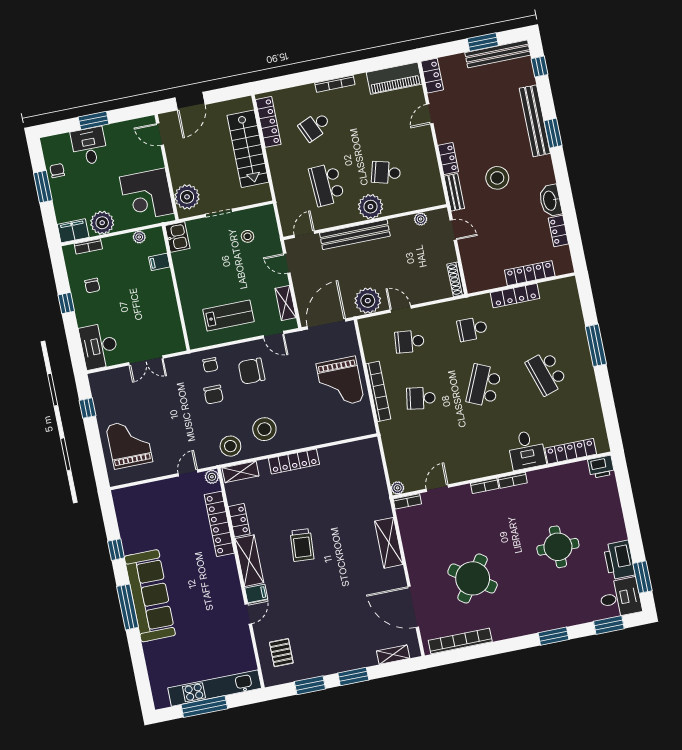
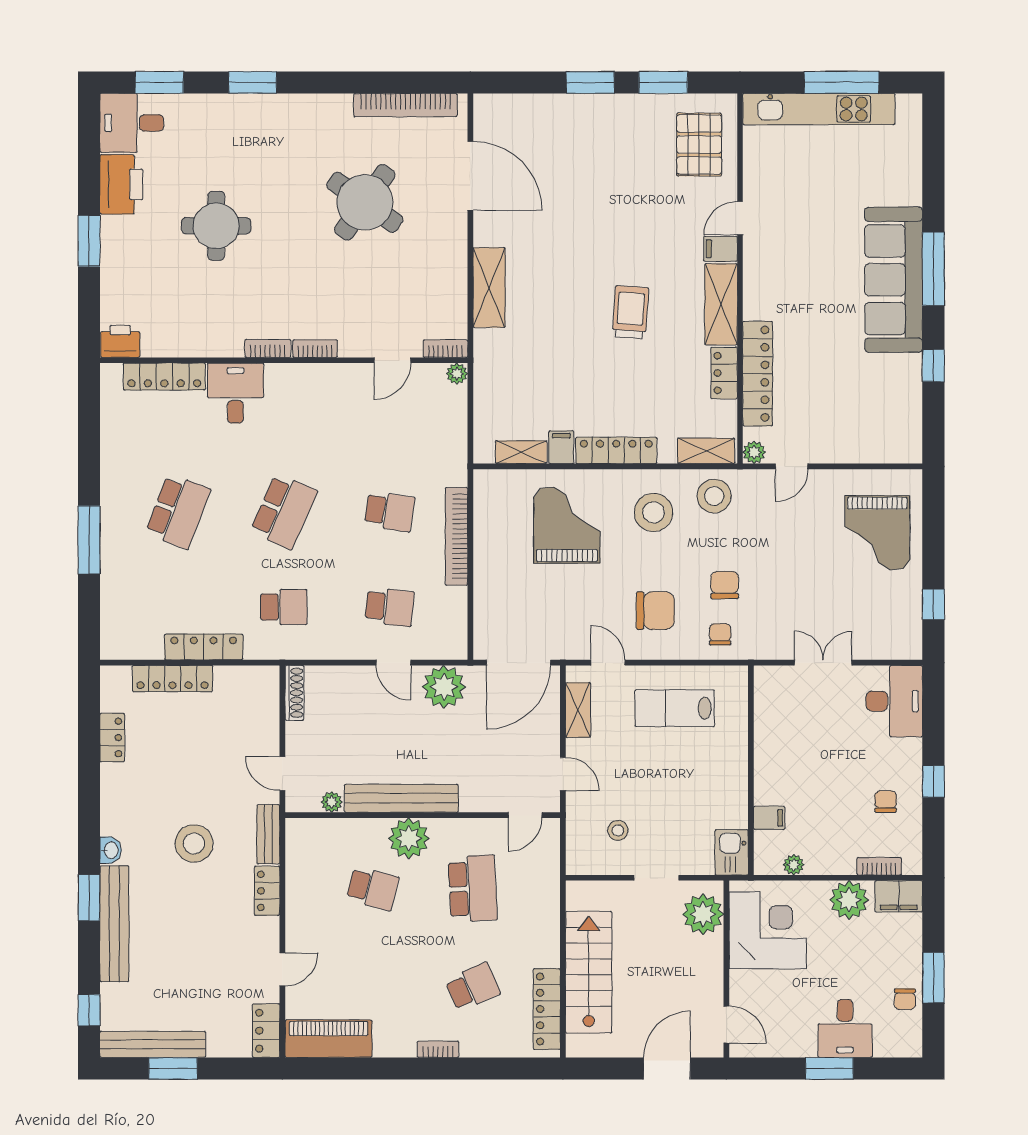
bookcase: (335, 84) -> (438, 1049), width x0.64
washbasin: (550, 201) -> (111, 850), moved, width x0.52, depth x0.69
bench: (355, 235) -> (401, 798), moved
school desk: (546, 373) -> (178, 511), turned 39
grand piano: (340, 382) -> (567, 525), moved
filing cabinet: (327, 457) -> (561, 447), added
window: (643, 577) -> (89, 241), moved
pallet: (281, 653) -> (699, 145), width x1.50, depth x1.42
shelving: (393, 655) -> (521, 452), moved

